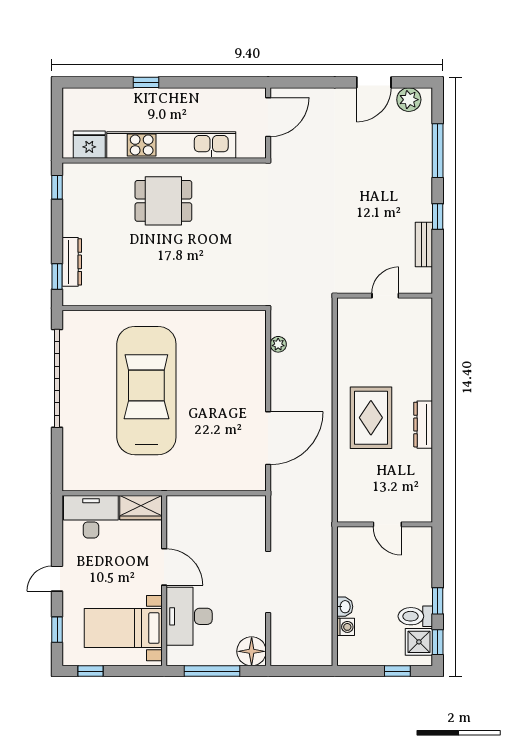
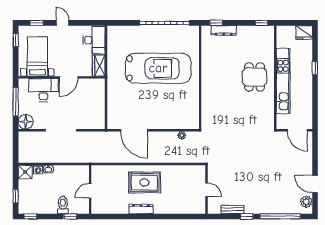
fridge: (89, 145) -> (304, 32), moved, turned 90
window: (438, 151) -> (280, 216), width x1.46
window: (438, 601) -> (70, 216), moved
toilet: (415, 616) -> (63, 205), moved
shower: (419, 642) -> (25, 172), moved

